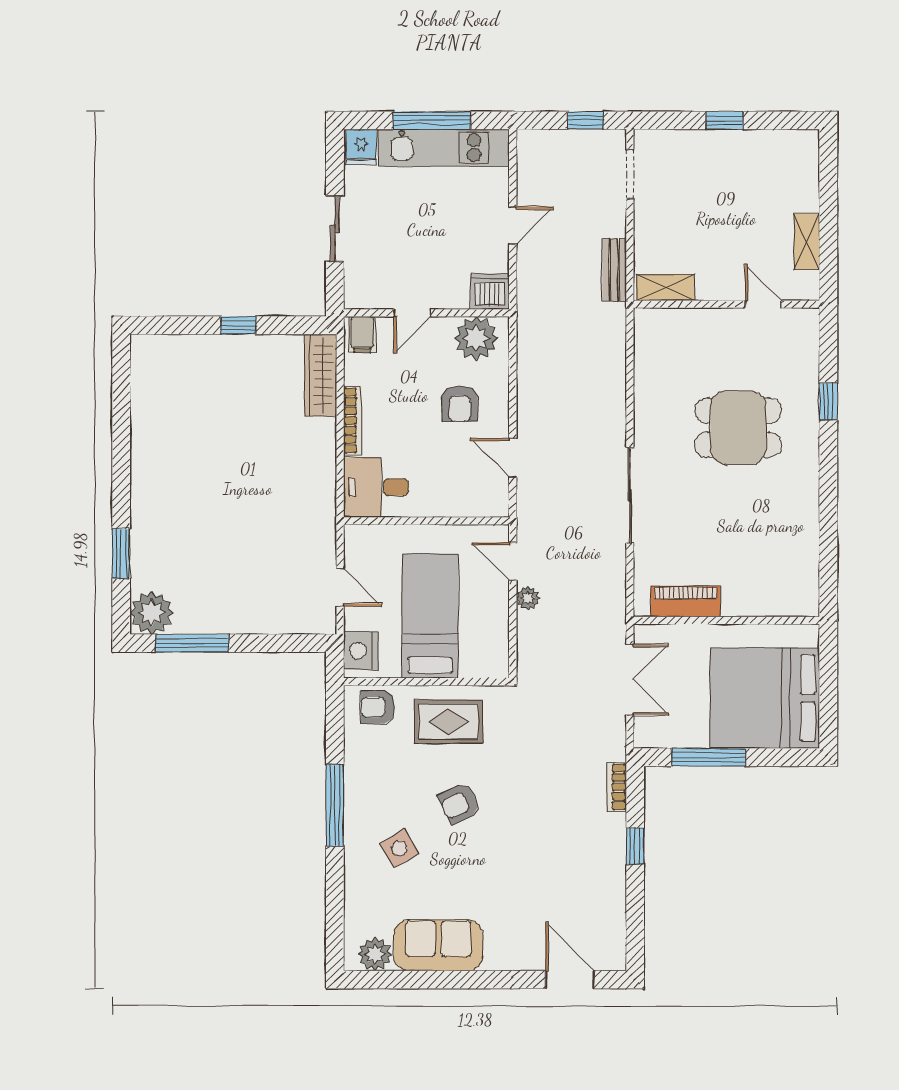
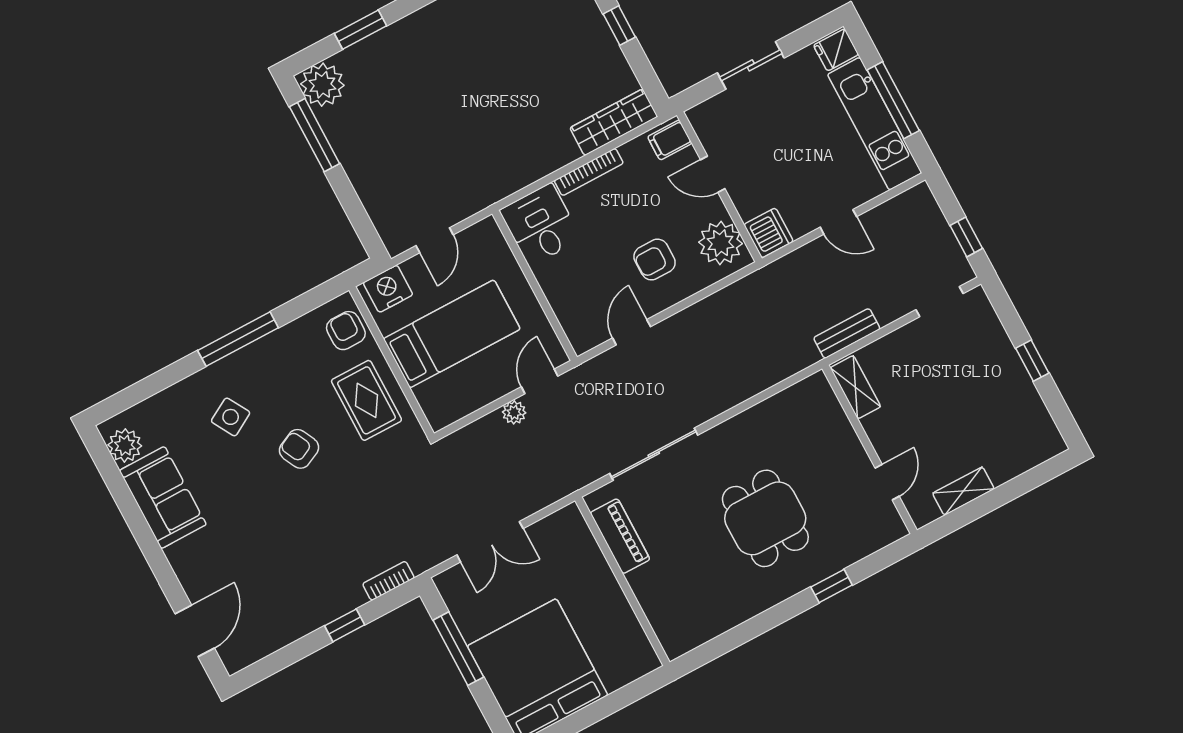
piano: (686, 601) -> (620, 536), moved
wall: (726, 620) -> (622, 581), moved

